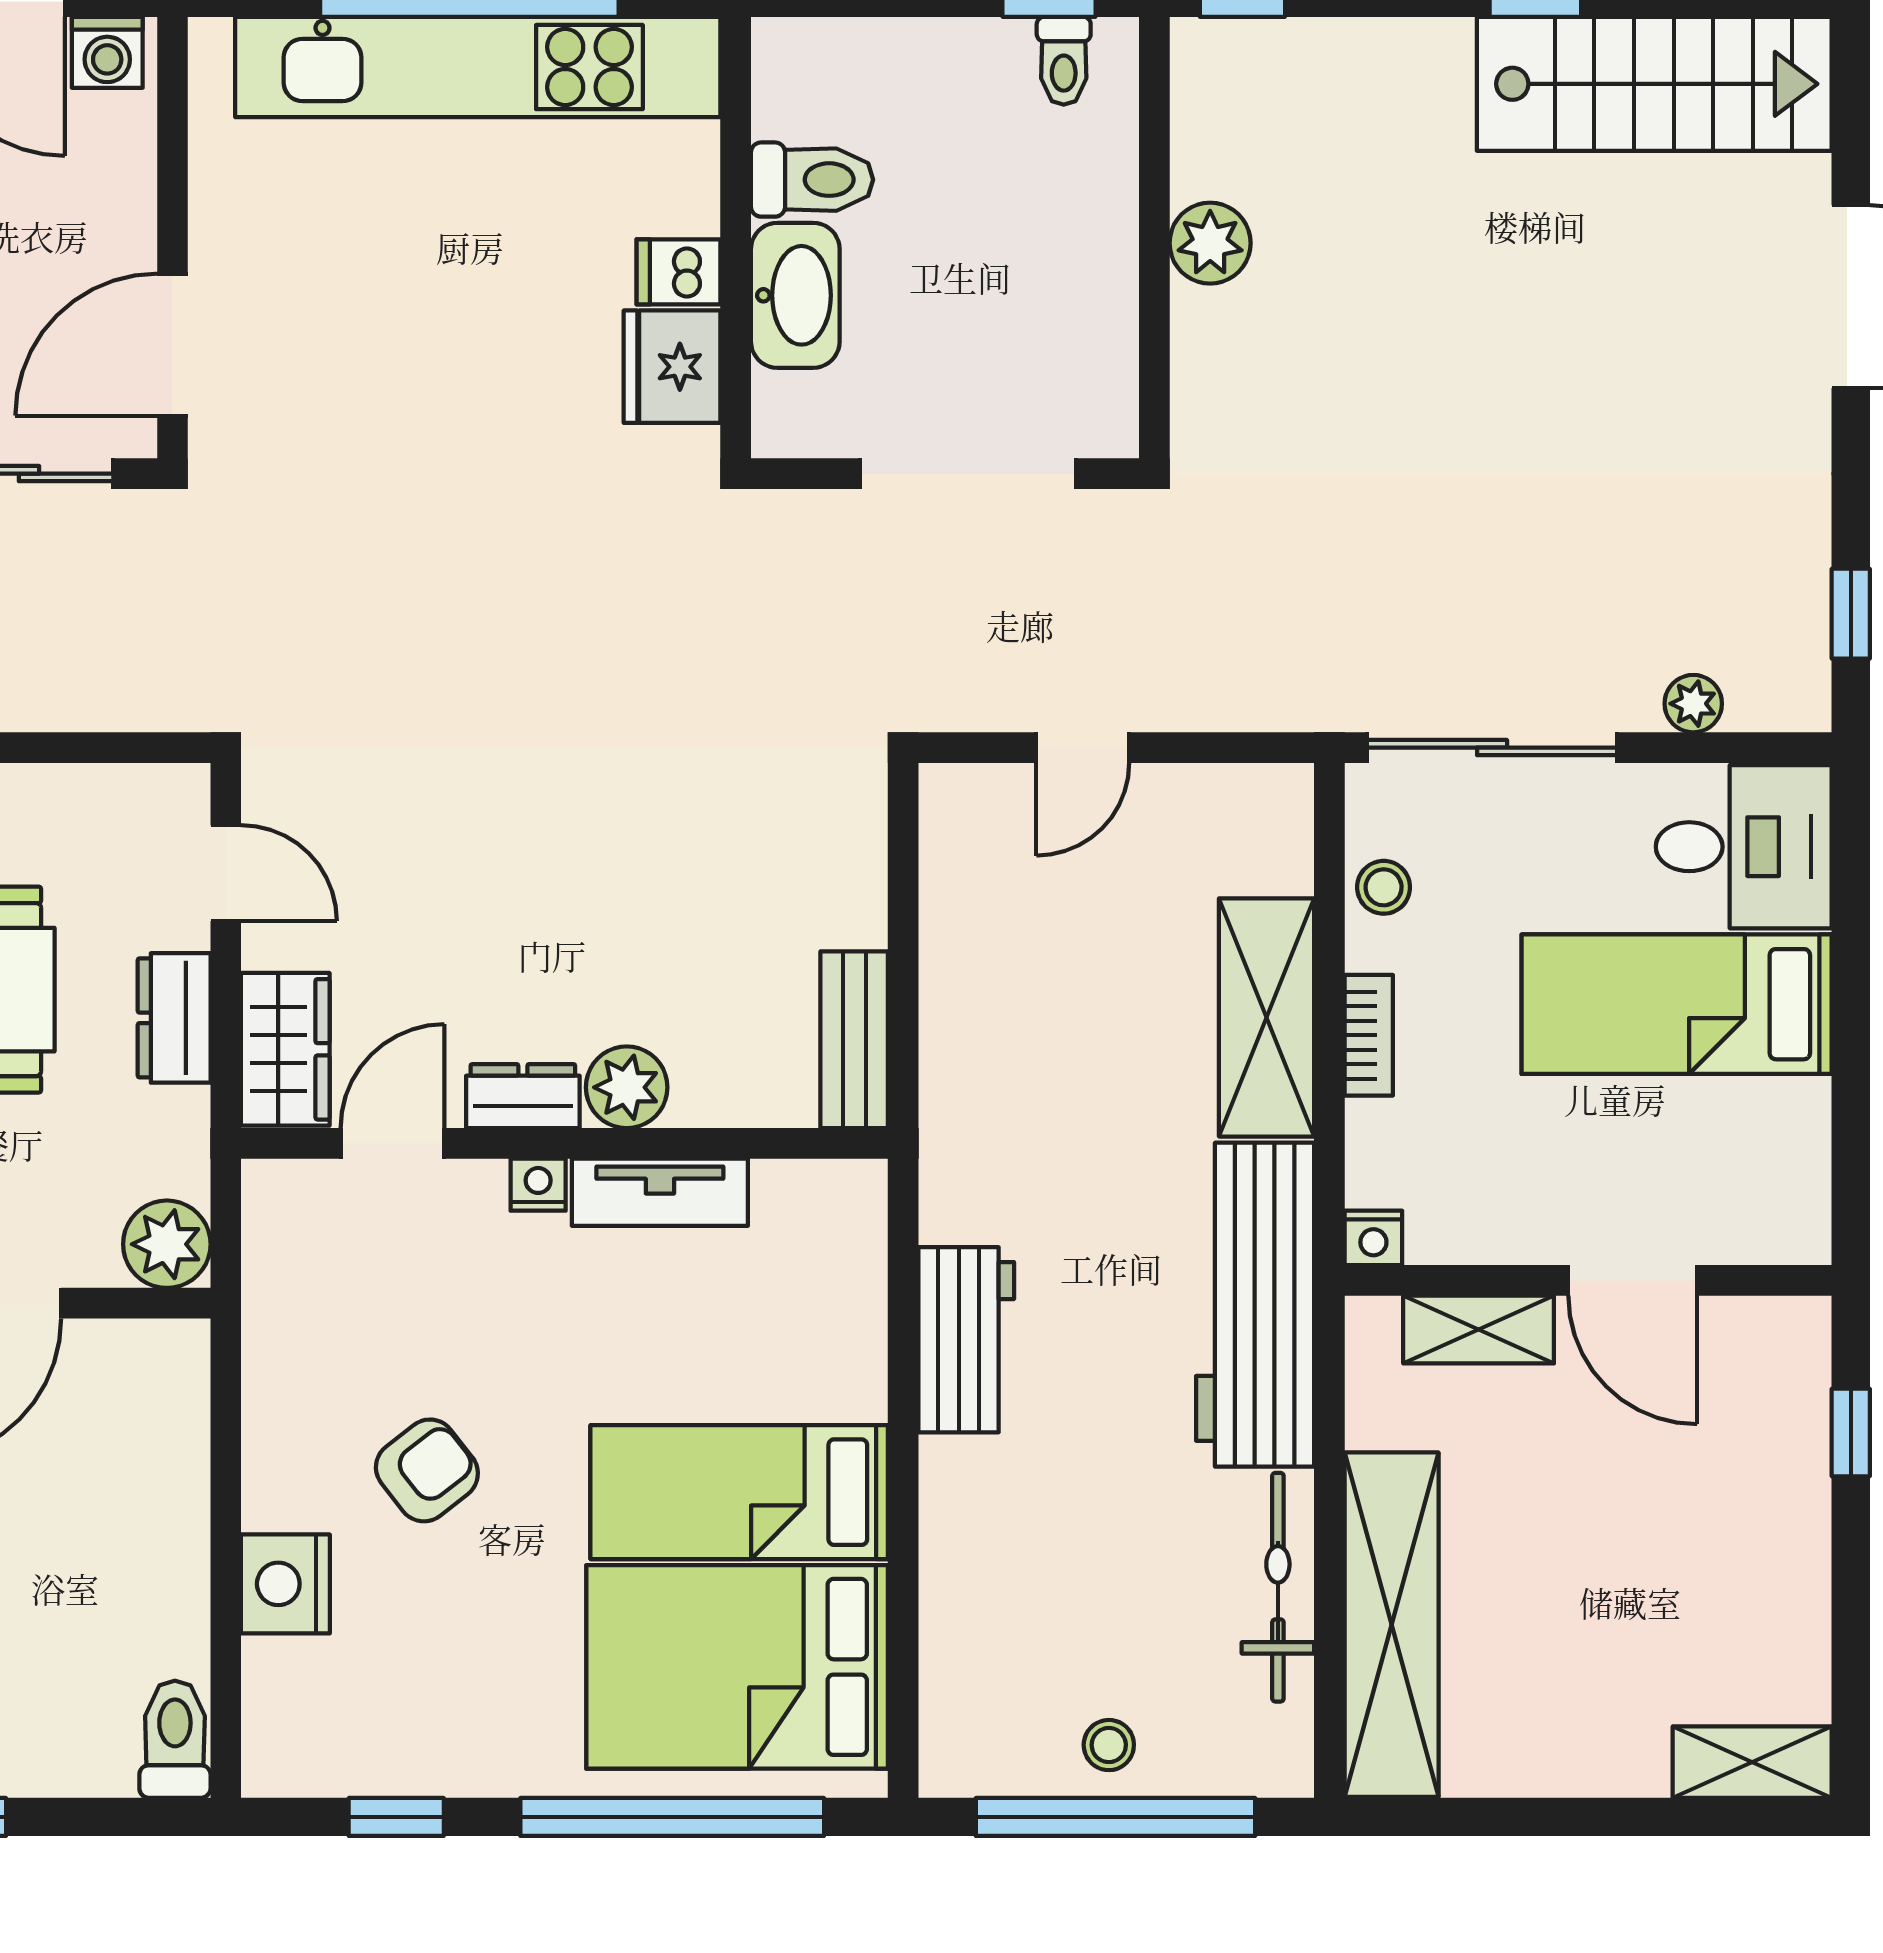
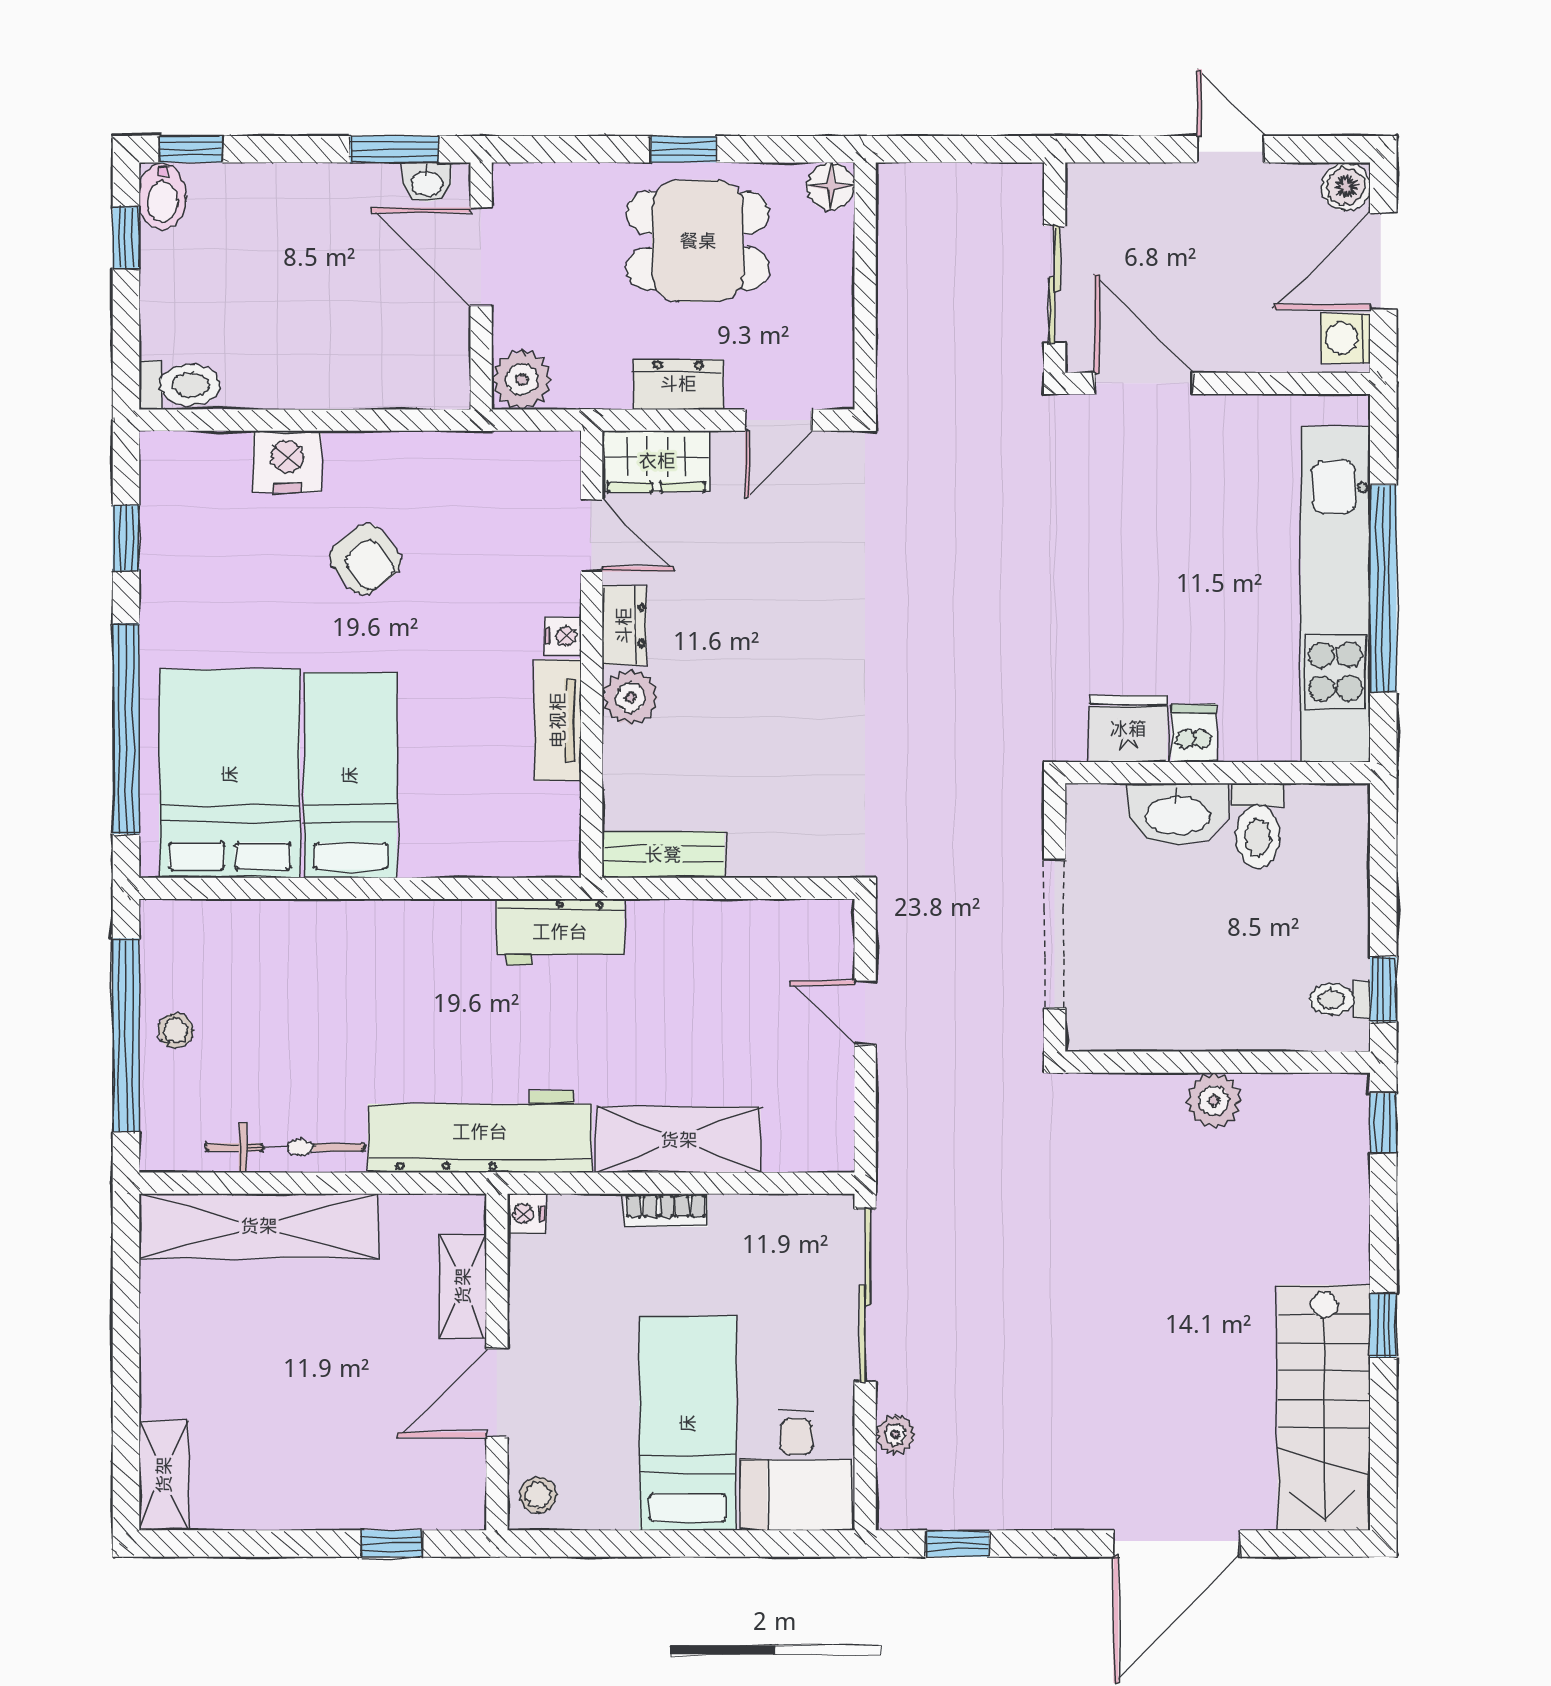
stool: (1384, 887) -> (538, 1495), moved
workbench: (966, 1340) -> (560, 932), moved

